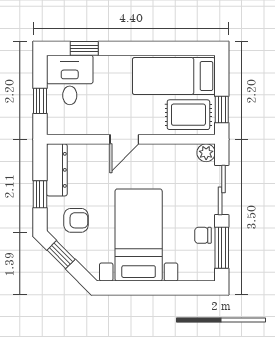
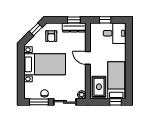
window: (84, 48) -> (129, 40), removed
window: (222, 110) -> (115, 102), moved
window: (40, 194) -> (74, 20), moved

